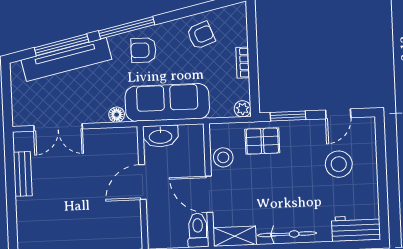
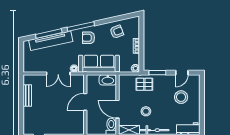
double door: (58, 127) -> (58, 73), moved
washbasin: (161, 136) -> (108, 80), moved
stool: (223, 157) -> (146, 111), moved

